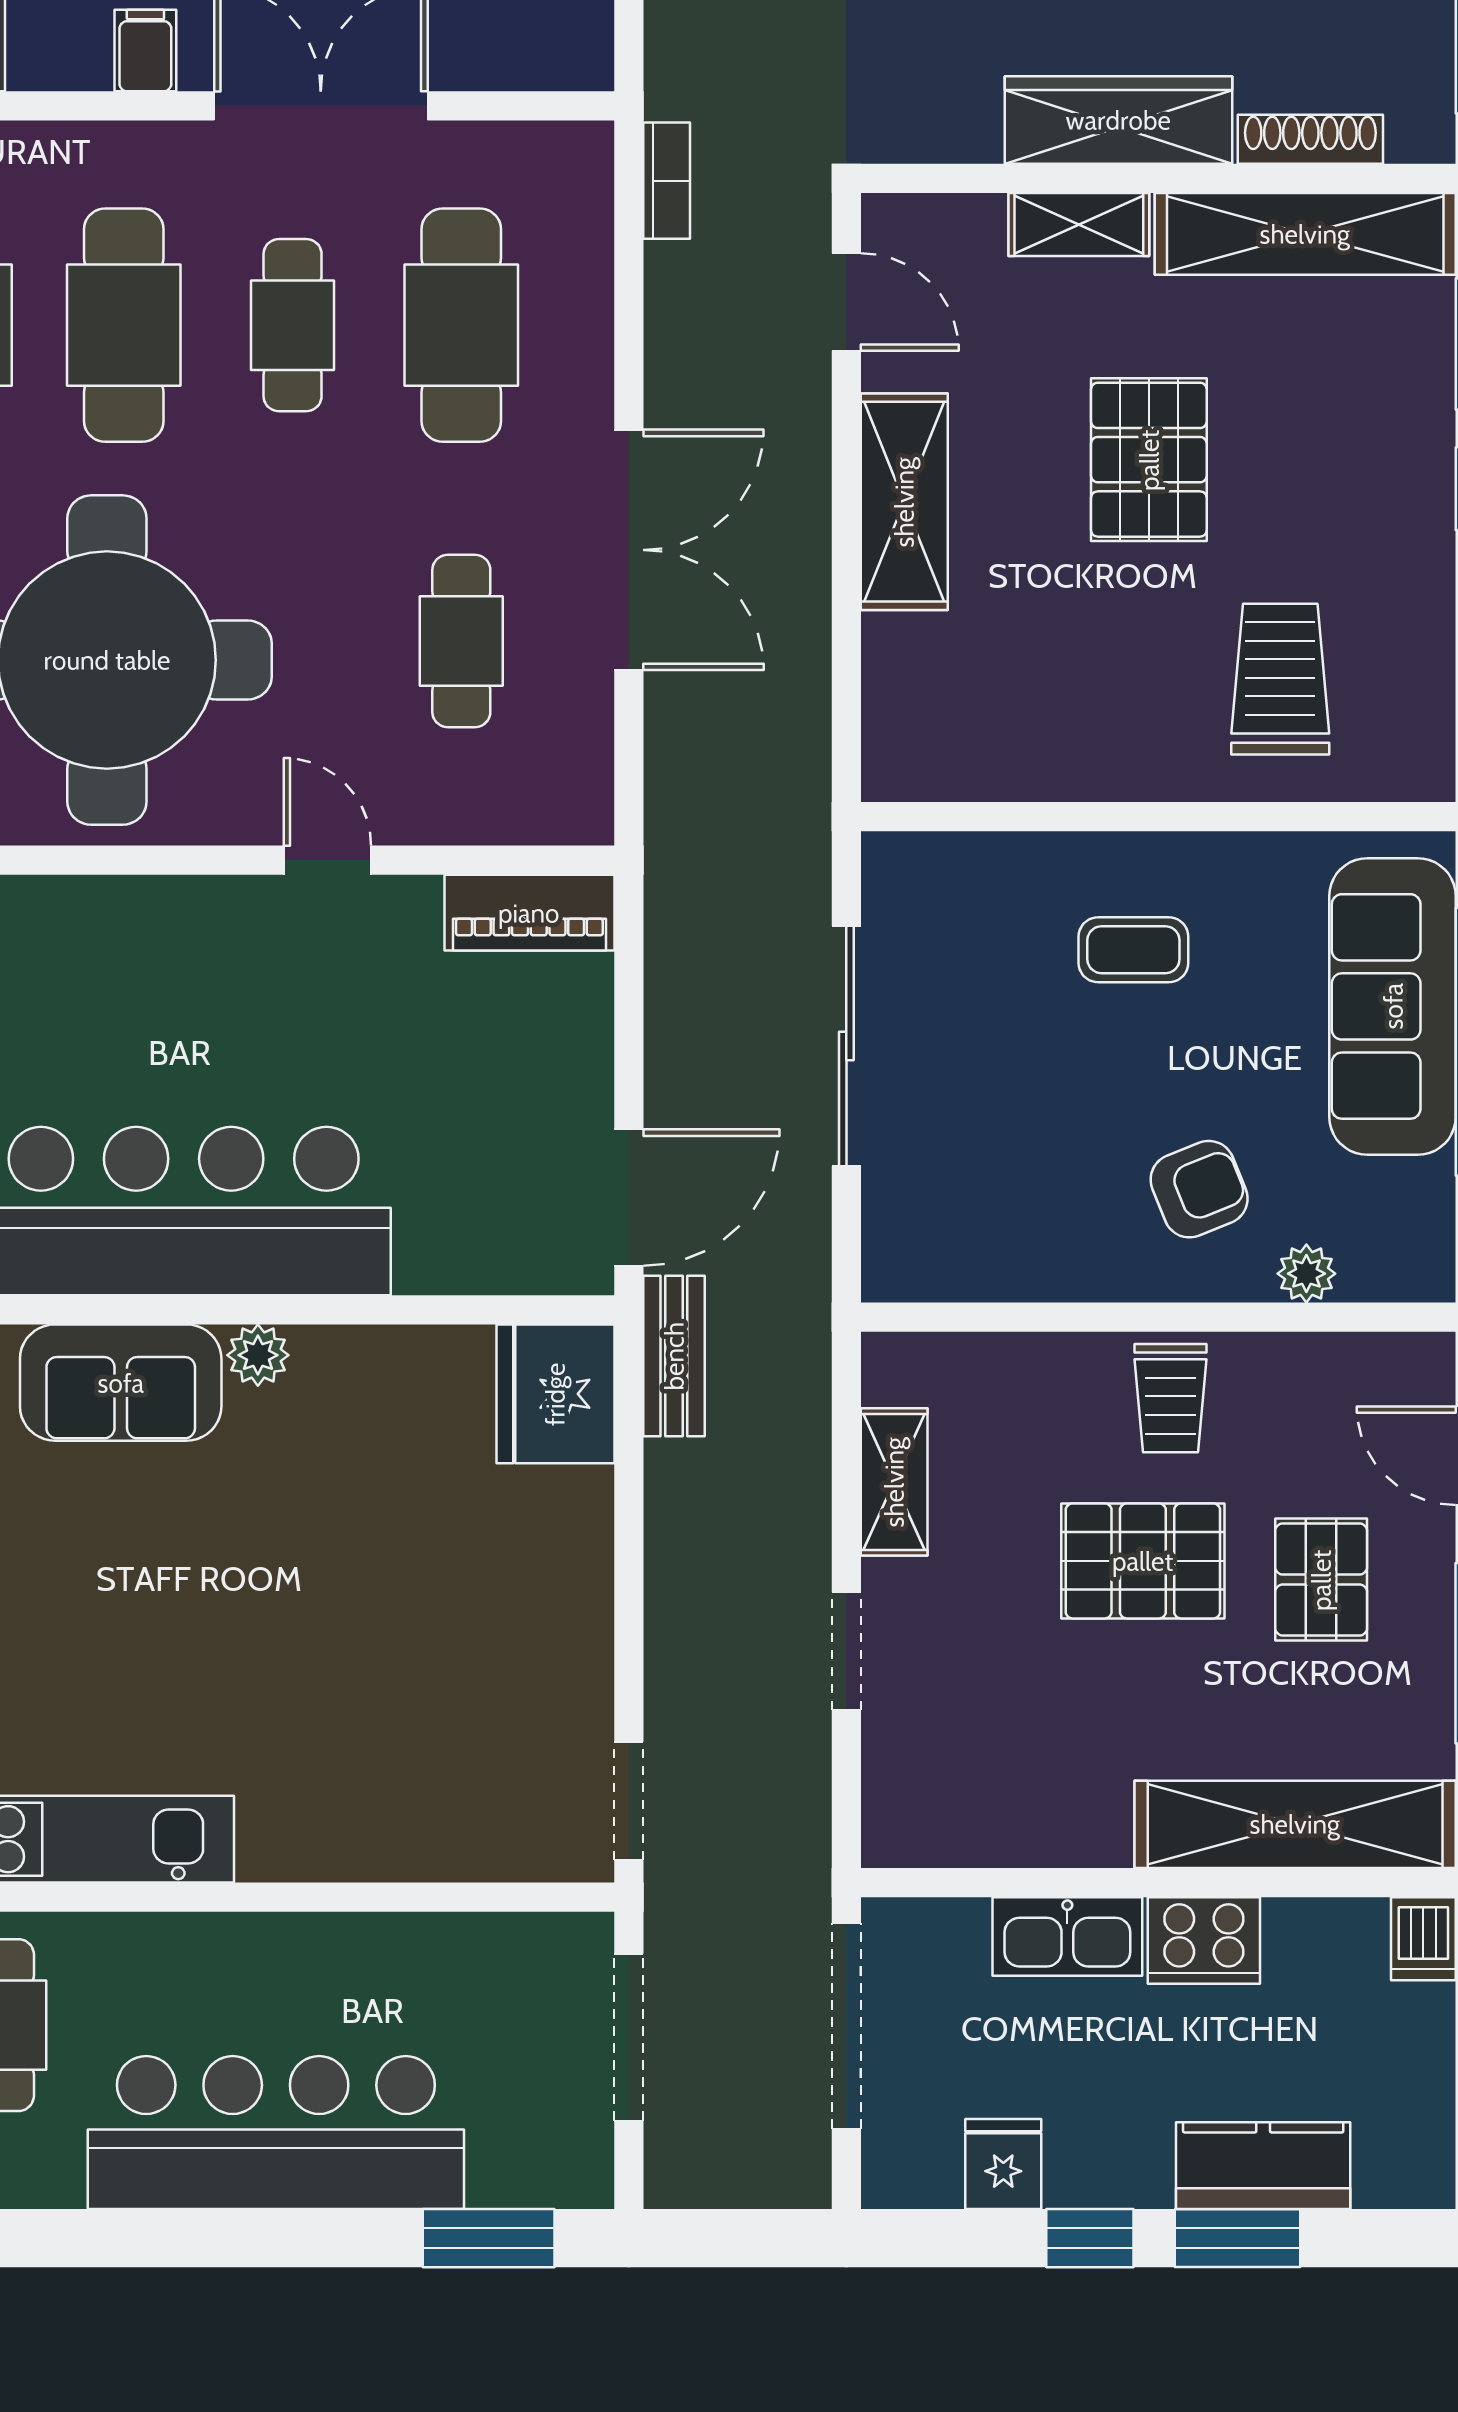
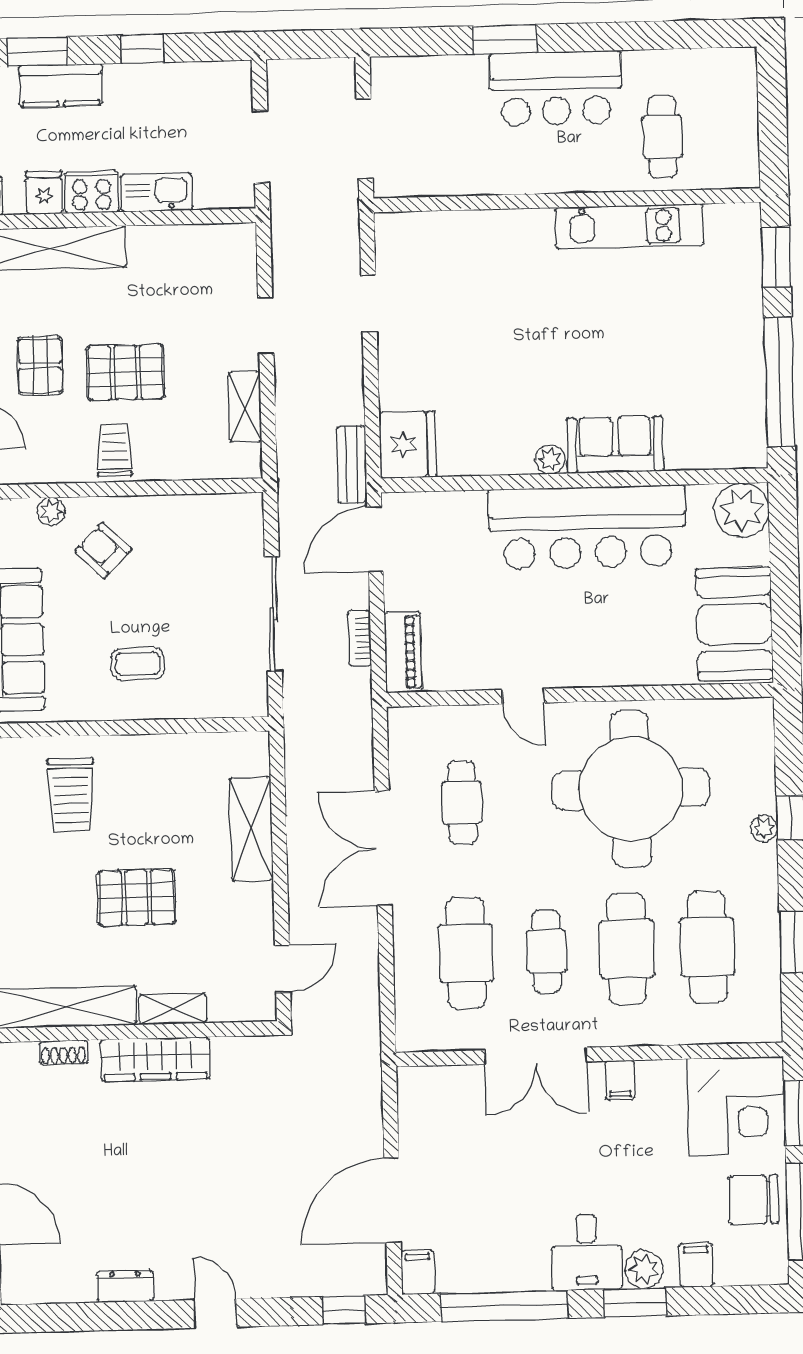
shoe rack: (1310, 139) -> (63, 1052), width x0.70
bookcase: (667, 181) -> (360, 638), moved
door: (846, 302) -> (283, 969), swing flipped
pallet: (1149, 460) -> (136, 898), turned 90
shelving: (904, 502) -> (251, 829), moved
piano: (529, 913) -> (403, 652), moved, turned 90
armchair: (1199, 1189) -> (103, 550), turned 67
doorway: (629, 1801) -> (369, 303), moved
doorway: (846, 2026) -> (261, 147), width x0.73
bar counter: (276, 2133) -> (556, 88), width x0.73
fridge: (1003, 2164) -> (44, 192), moved, turned 180
window: (489, 2238) -> (505, 39), moved
window: (1237, 2238) -> (38, 51), moved

